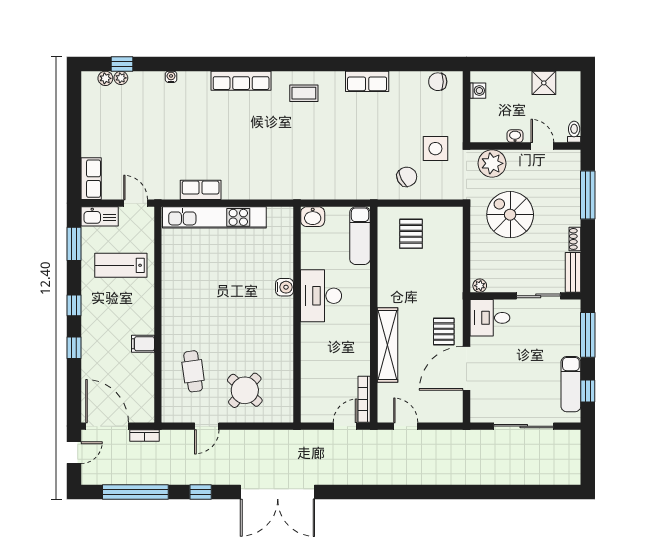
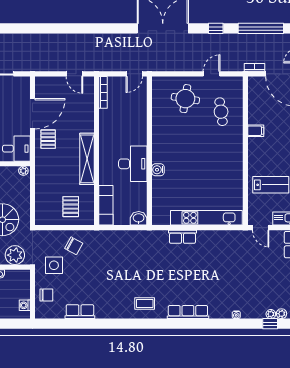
row of seats: (367, 81) -> (80, 312), moved
chair: (438, 82) -> (46, 295), moved
chair: (407, 177) -> (74, 246), turned -123
row of seats: (201, 190) -> (182, 237), moved
shelving: (387, 345) -> (87, 159), moved
round table: (245, 390) -> (185, 99), turned -33
door: (345, 426) -> (134, 74), moved

